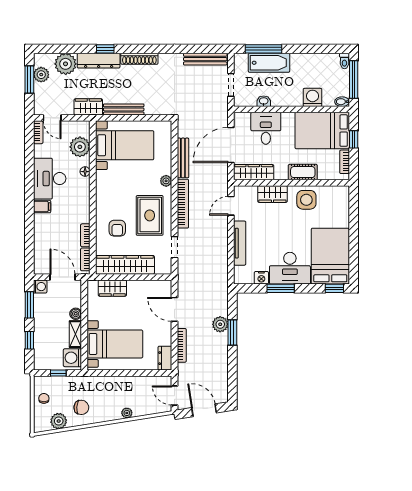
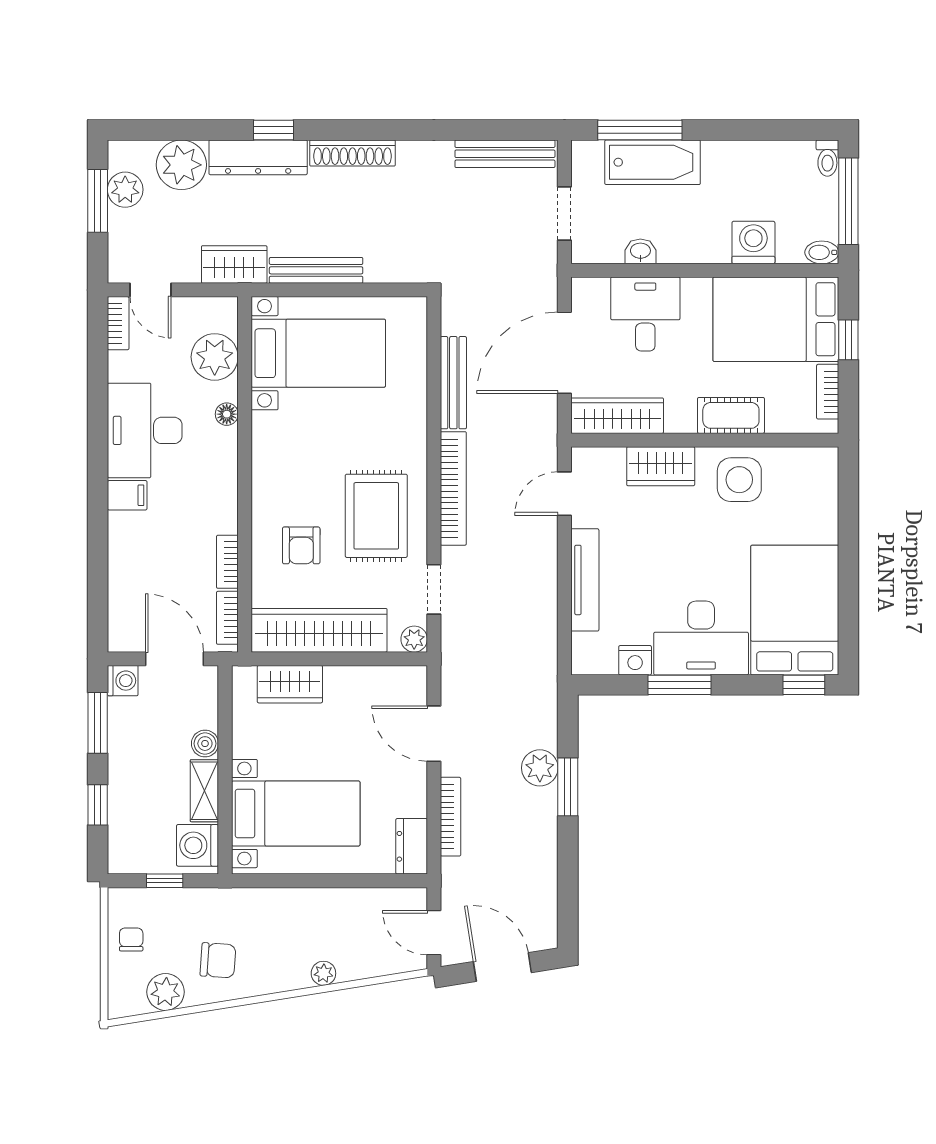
plant: (166, 181) -> (414, 639), moved

